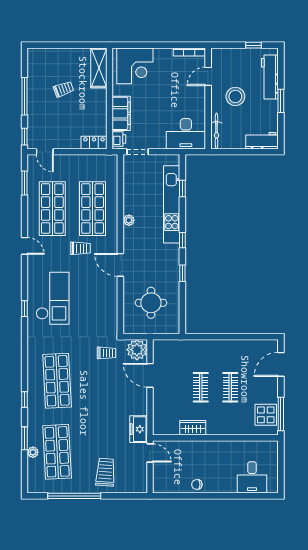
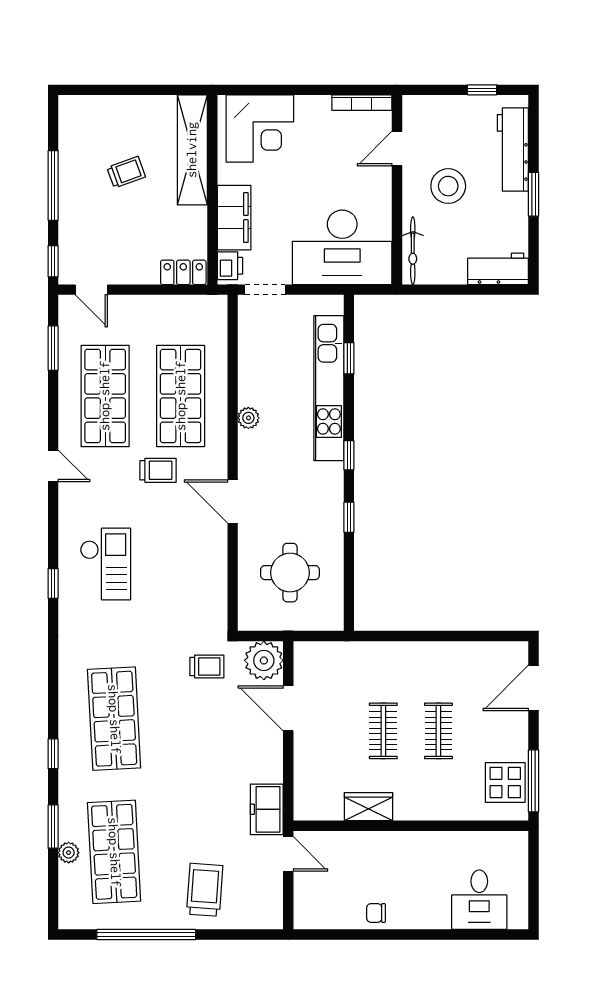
shelving: (99, 68) -> (192, 150), width x1.47
desk: (186, 134) -> (342, 247), width x1.36, depth x1.30
checkout: (52, 298) -> (106, 564), width x0.73, depth x0.83

